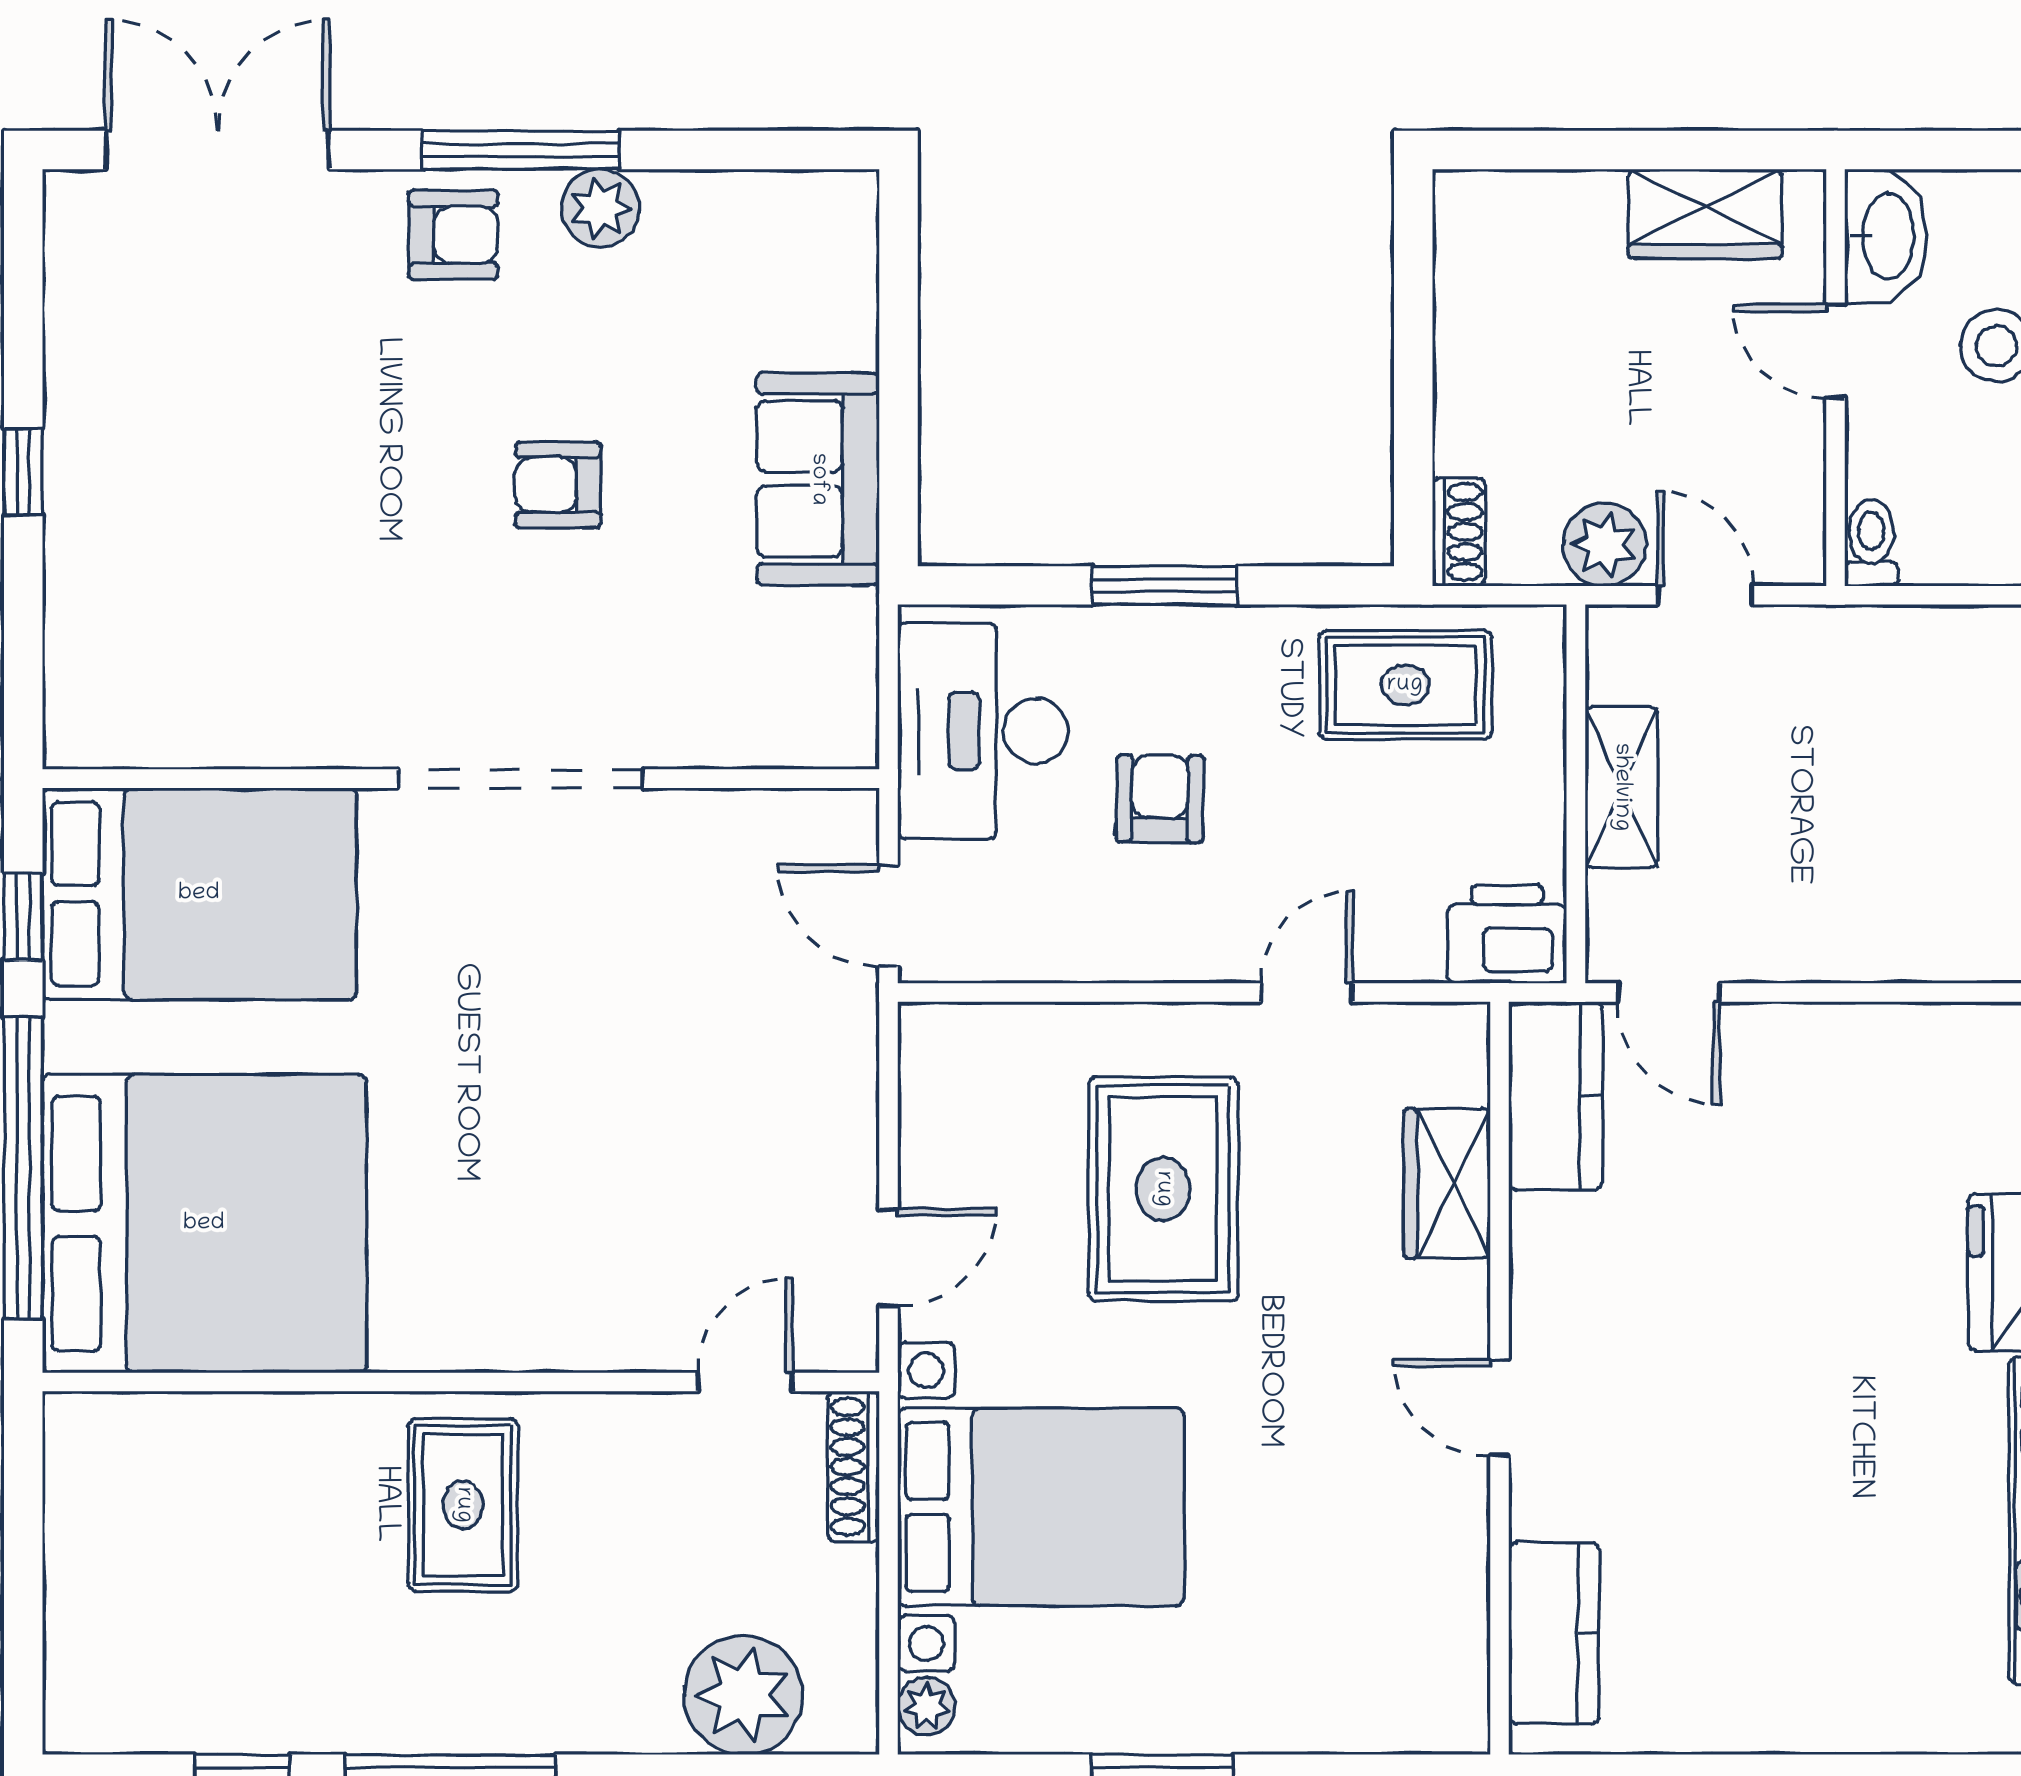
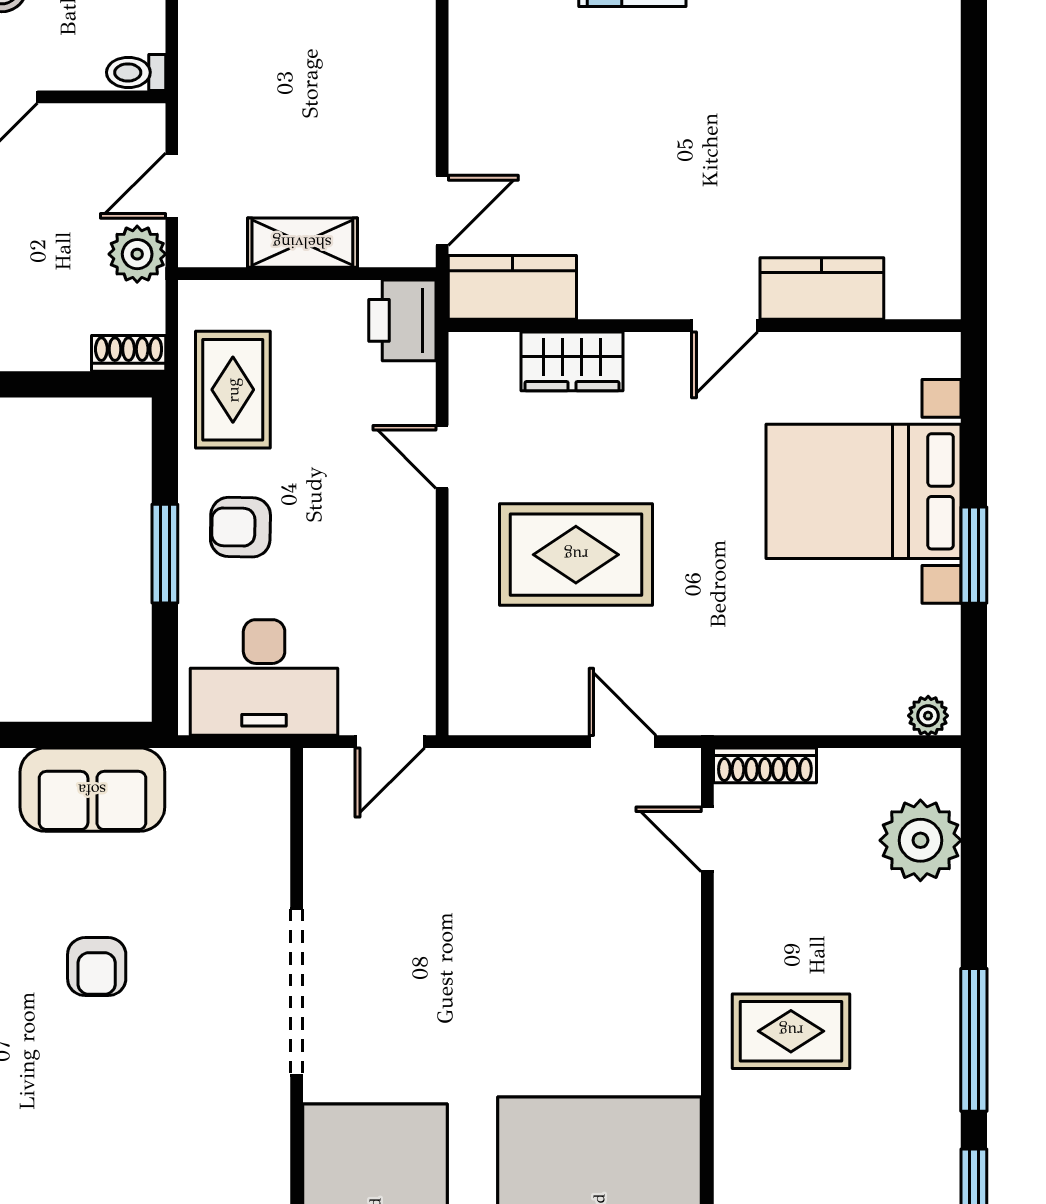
armchair: (1160, 799) -> (240, 527), moved
bed with nightstands: (1041, 1507) -> (864, 491), moved, turned -90
kitchen counter: (1554, 1633) -> (822, 289), moved

